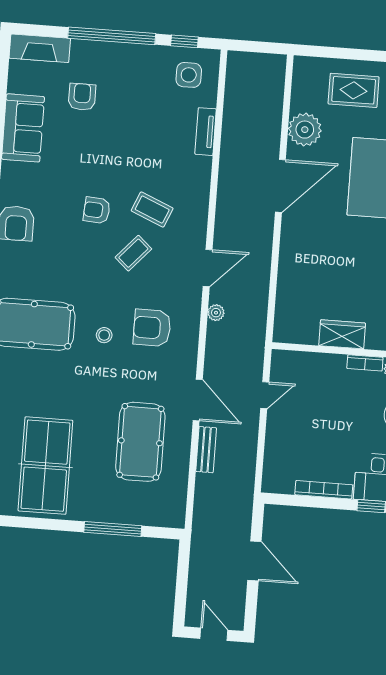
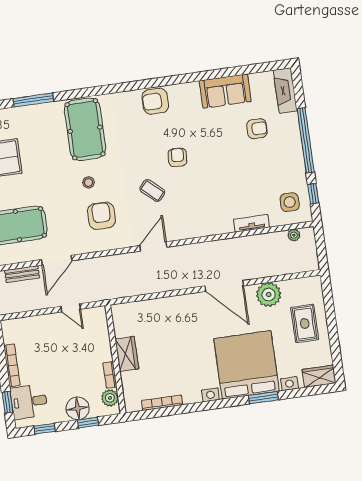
coffee table: (152, 210) -> (187, 197), removed
door: (208, 268) -> (153, 246), swing flipped
plant: (216, 313) -> (294, 235), moved

